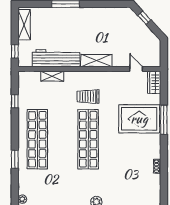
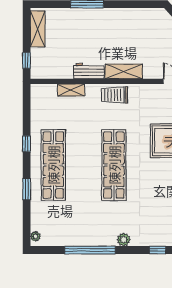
workbench: (56, 58) -> (89, 71), width x0.53, depth x0.76
trolley: (88, 97) -> (115, 95), moved
window: (15, 101) -> (27, 144), moved

